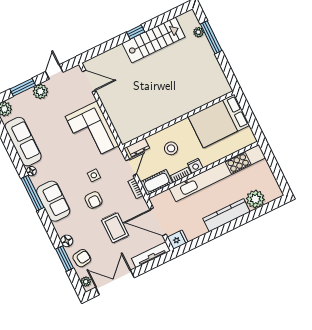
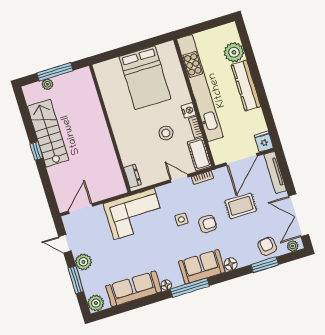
wall: (178, 120) -> (110, 129), moved
dresser: (138, 147) -> (132, 176), moved
floor lamp: (67, 241) -> (231, 264), moved

